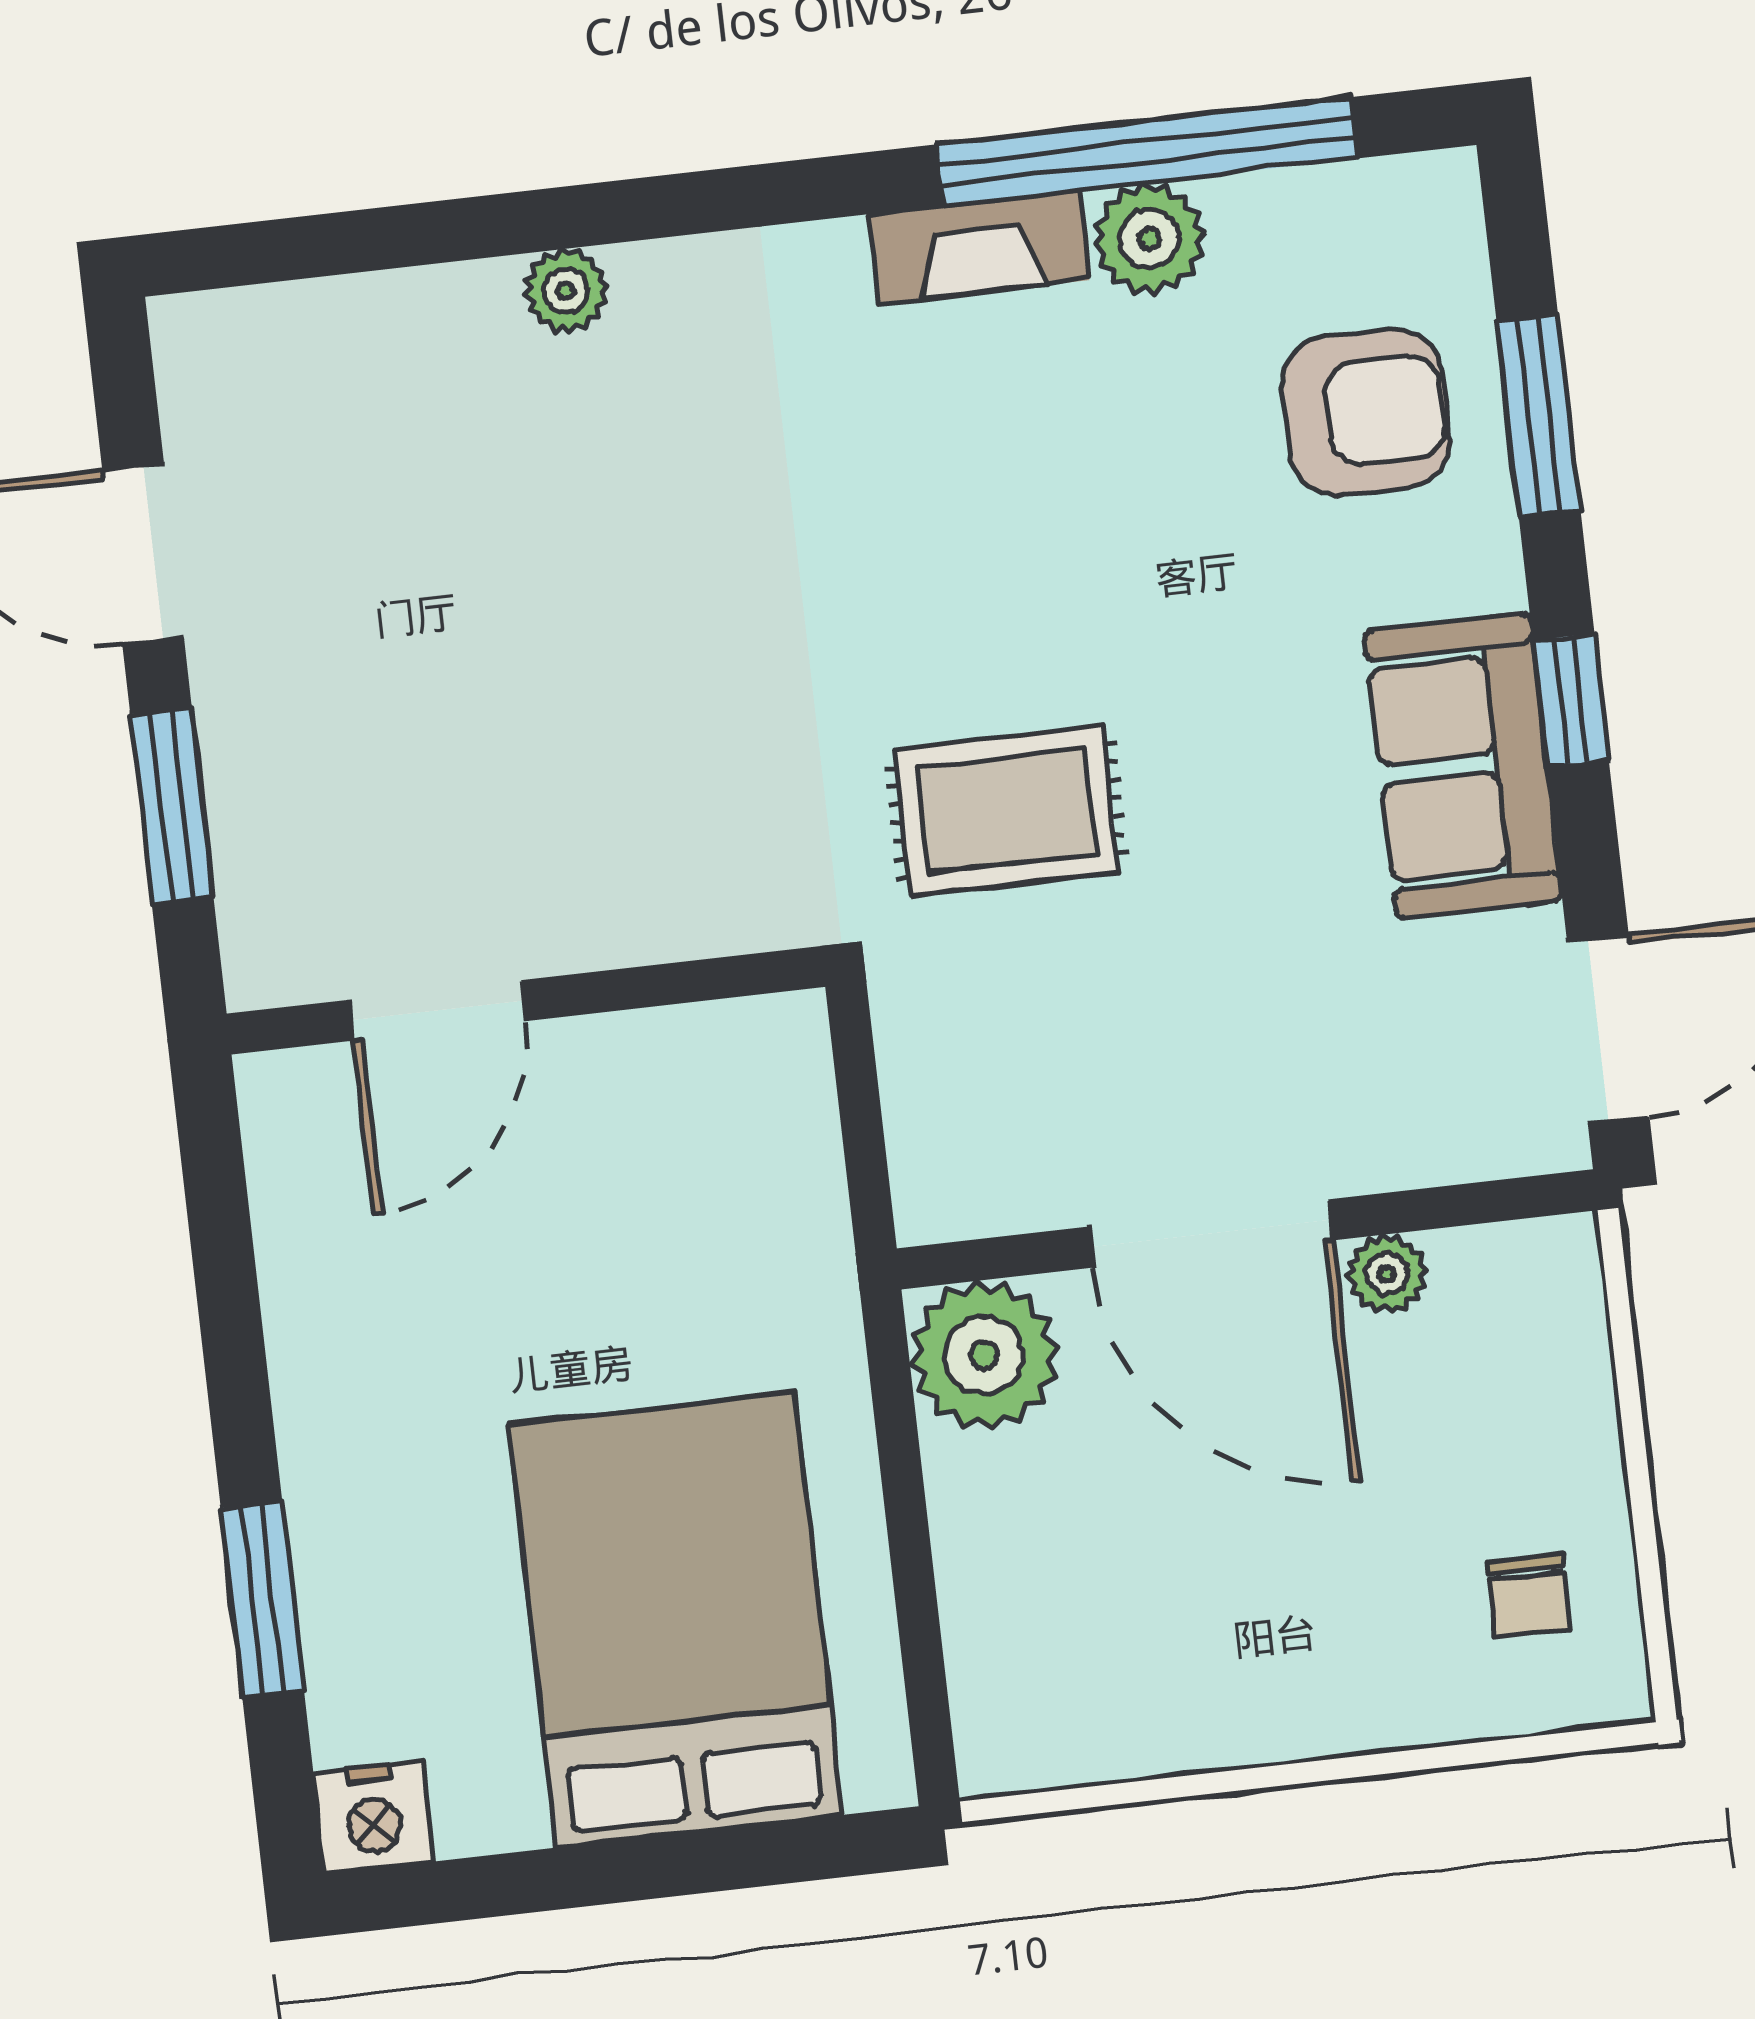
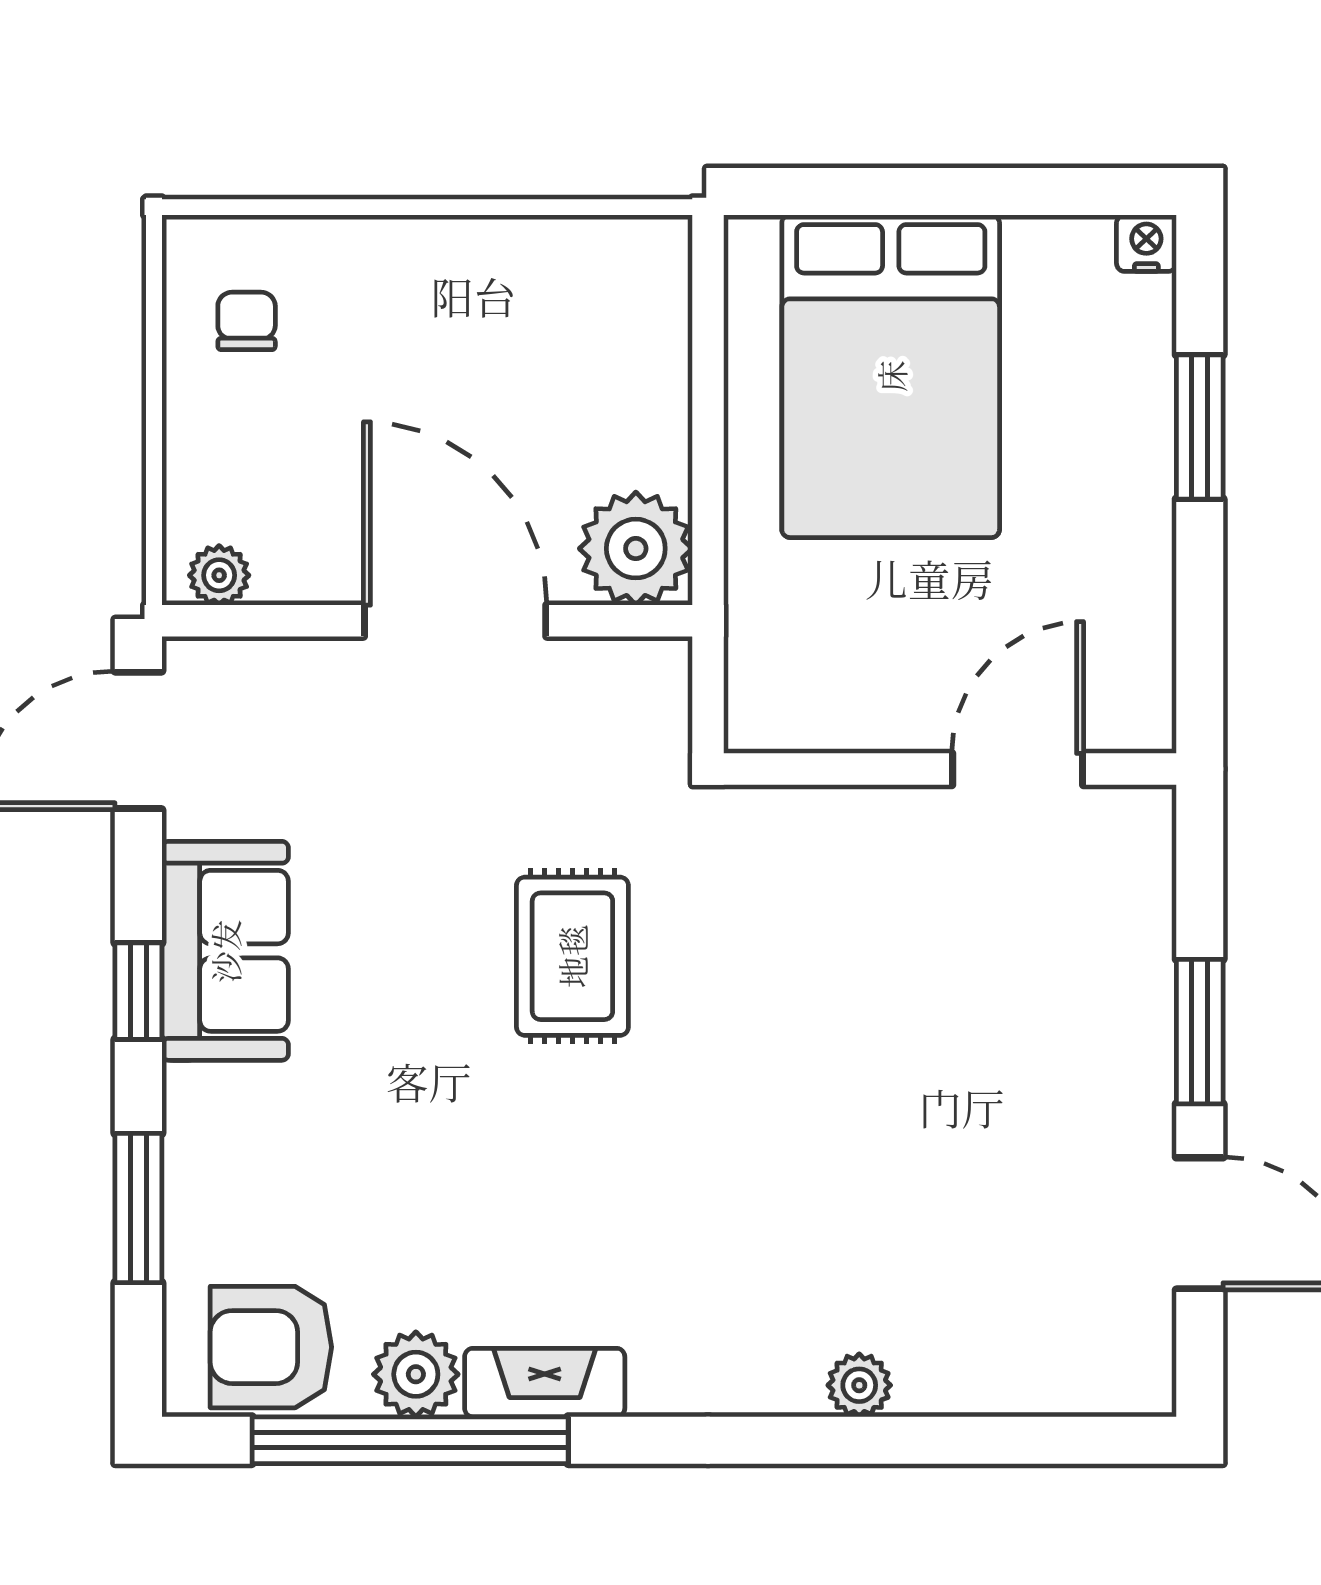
armchair: (1366, 412) -> (271, 1347), moved
rug: (1006, 811) -> (572, 956), turned 90
wall: (526, 1000) -> (950, 769), moved
door: (437, 1010) -> (1018, 769), moved
plant: (1387, 1274) -> (219, 575), moved
nightstand: (373, 1818) -> (1146, 243), width x0.72, depth x0.74

